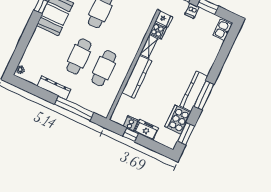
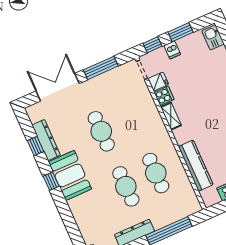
kitchen counter: (137, 77) -> (196, 166), moved

